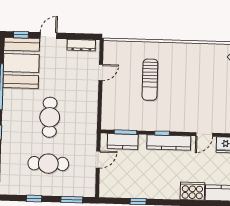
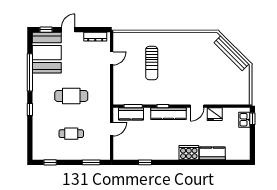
cafe table: (50, 117) -> (71, 96), turned 90
cafe table: (48, 164) -> (71, 134), width x0.73, depth x0.74
window: (34, 198) -> (50, 162), moved

